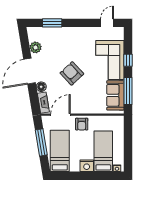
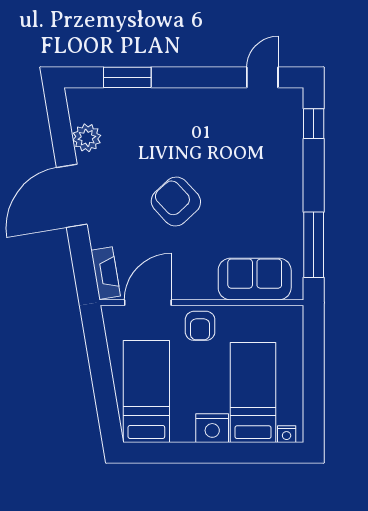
corner sofa: (110, 60) -> (269, 169), removed
window: (128, 60) -> (314, 124), moved
floor lamp: (41, 87) -> (101, 234), removed
sofa: (115, 95) -> (255, 279), moved, turned 90
window: (41, 142) -> (101, 371), removed

